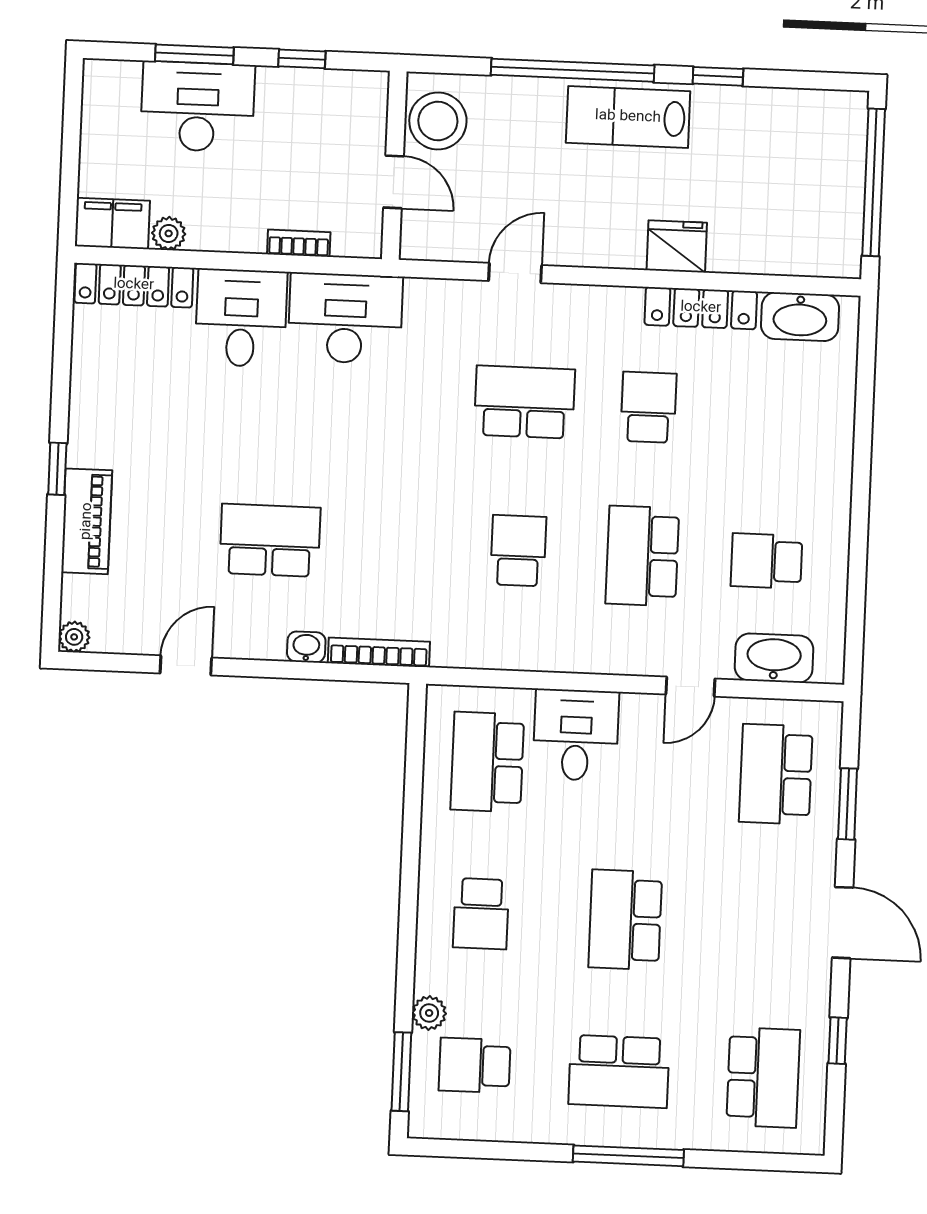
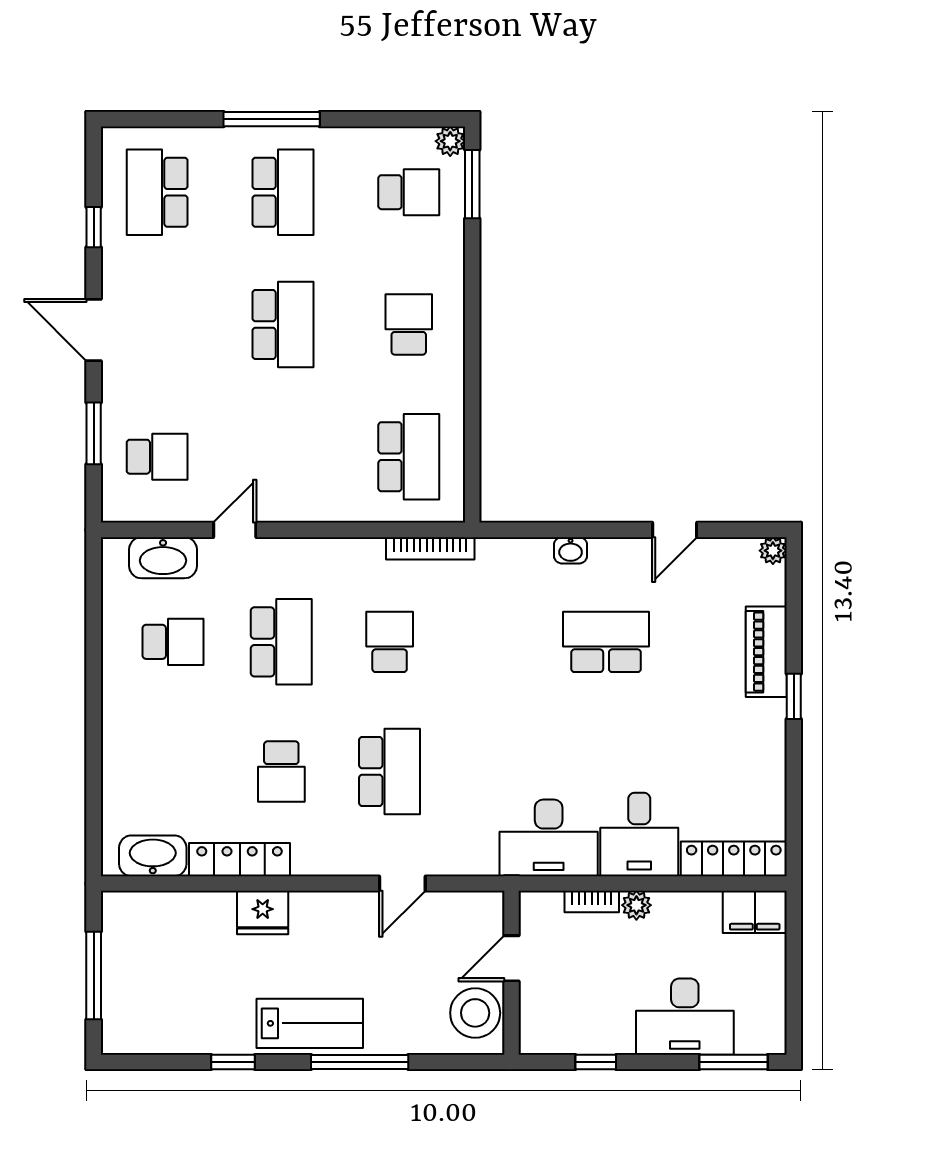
window: (194, 54) -> (733, 1062), moved
window: (573, 70) -> (360, 1062), width x0.68
door: (394, 182) -> (512, 958), hinge flipped
window: (874, 182) -> (94, 975), width x0.68
plant: (169, 233) -> (636, 905), moved
school desk: (524, 402) -> (390, 771), turned -90
school desk: (270, 540) -> (606, 642), turned 180
school desk: (518, 551) -> (390, 642), turned 180
bookcase: (379, 652) -> (430, 548), moved
desk: (576, 735) -> (333, 484), removed
school desk: (776, 774) -> (157, 457), width x0.54
plant: (429, 1013) -> (450, 141), moved
school desk: (619, 1071) -> (283, 192), turned 90

